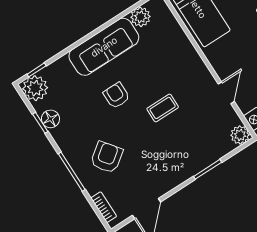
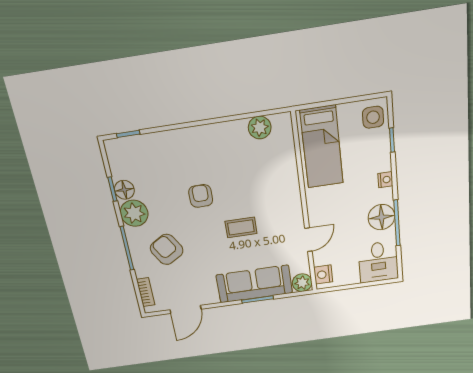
sofa: (104, 47) -> (254, 284), moved, turned 180
plant: (35, 88) -> (134, 213), moved
armchair: (107, 157) -> (167, 249), turned -84

